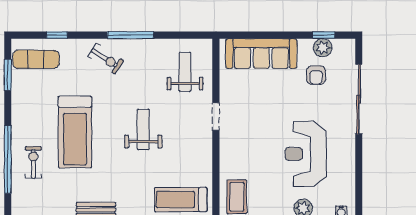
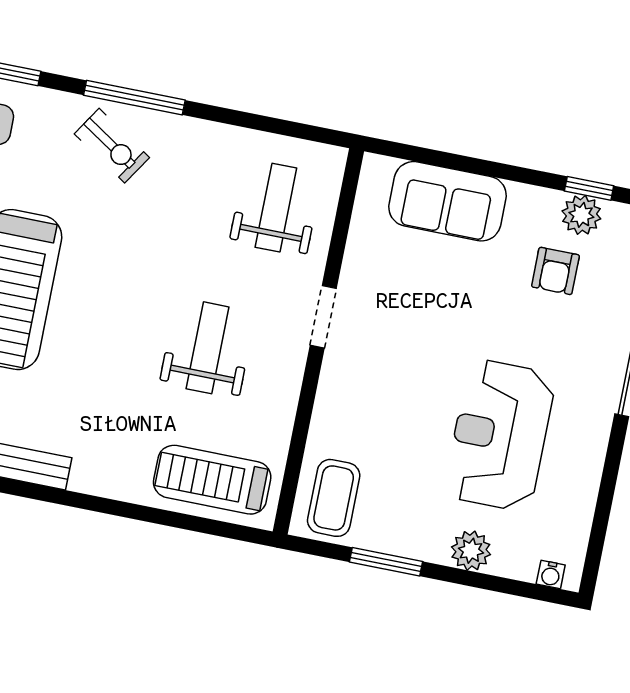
window: (131, 35) -> (134, 98), moved
sofa: (261, 54) -> (447, 201), width x0.73
weight bench: (143, 129) -> (208, 348), moved

